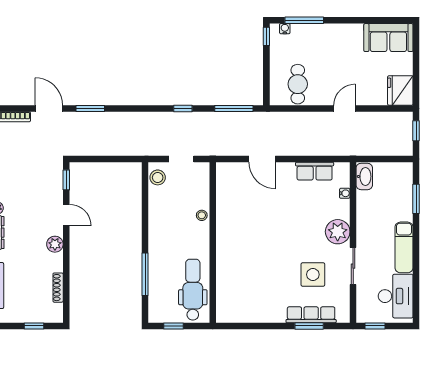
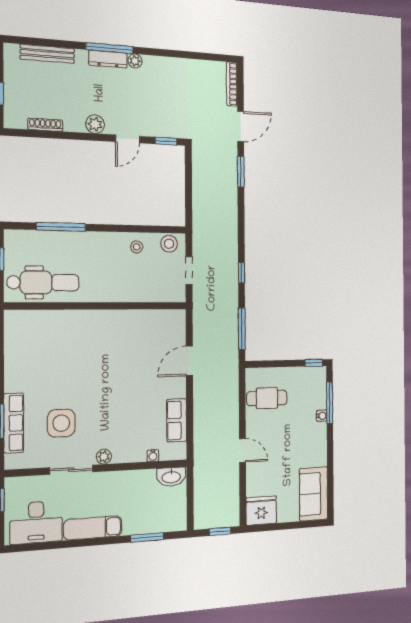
water cooler: (285, 29) -> (322, 416), moved
stool: (202, 215) -> (137, 247), moved
plant: (338, 232) -> (104, 457), width x0.53, depth x0.53

